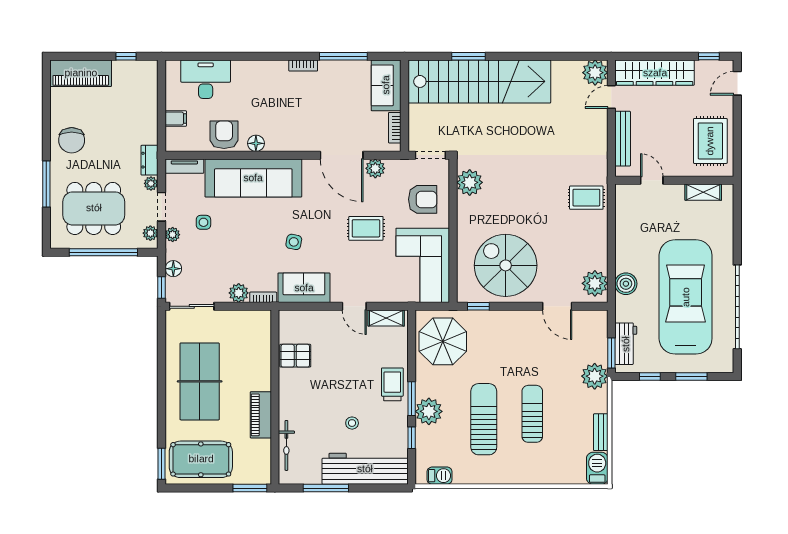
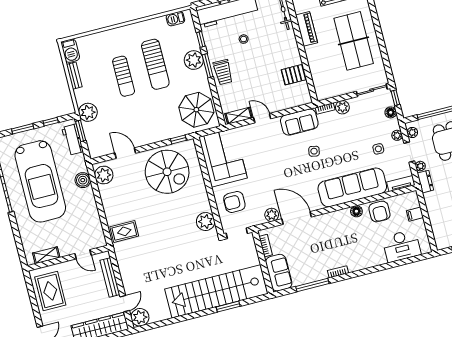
rug: (366, 228) -> (268, 173), removed

